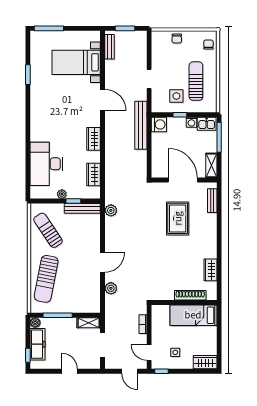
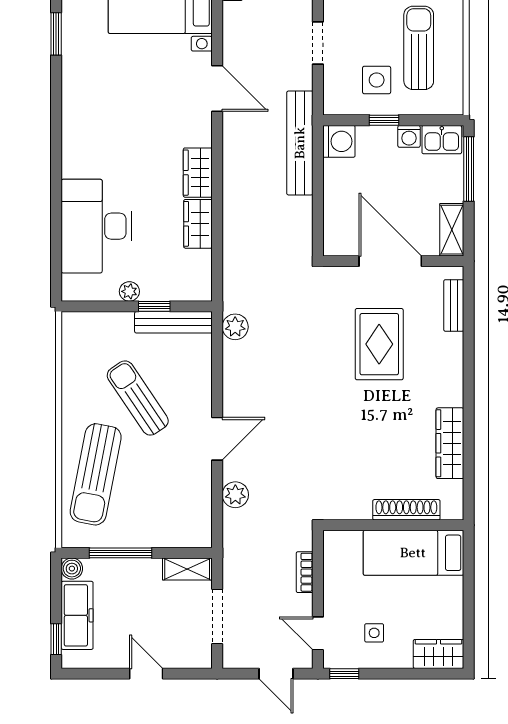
wardrobe: (94, 174) -> (198, 224), moved
sun lounger: (48, 230) -> (138, 398), moved
wardrobe: (210, 270) -> (450, 443), width x1.50

